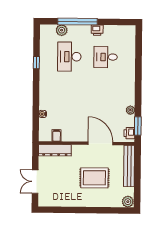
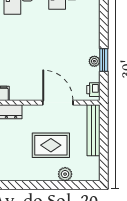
window: (138, 126) -> (104, 60), moved
plant: (128, 202) -> (65, 174), moved

